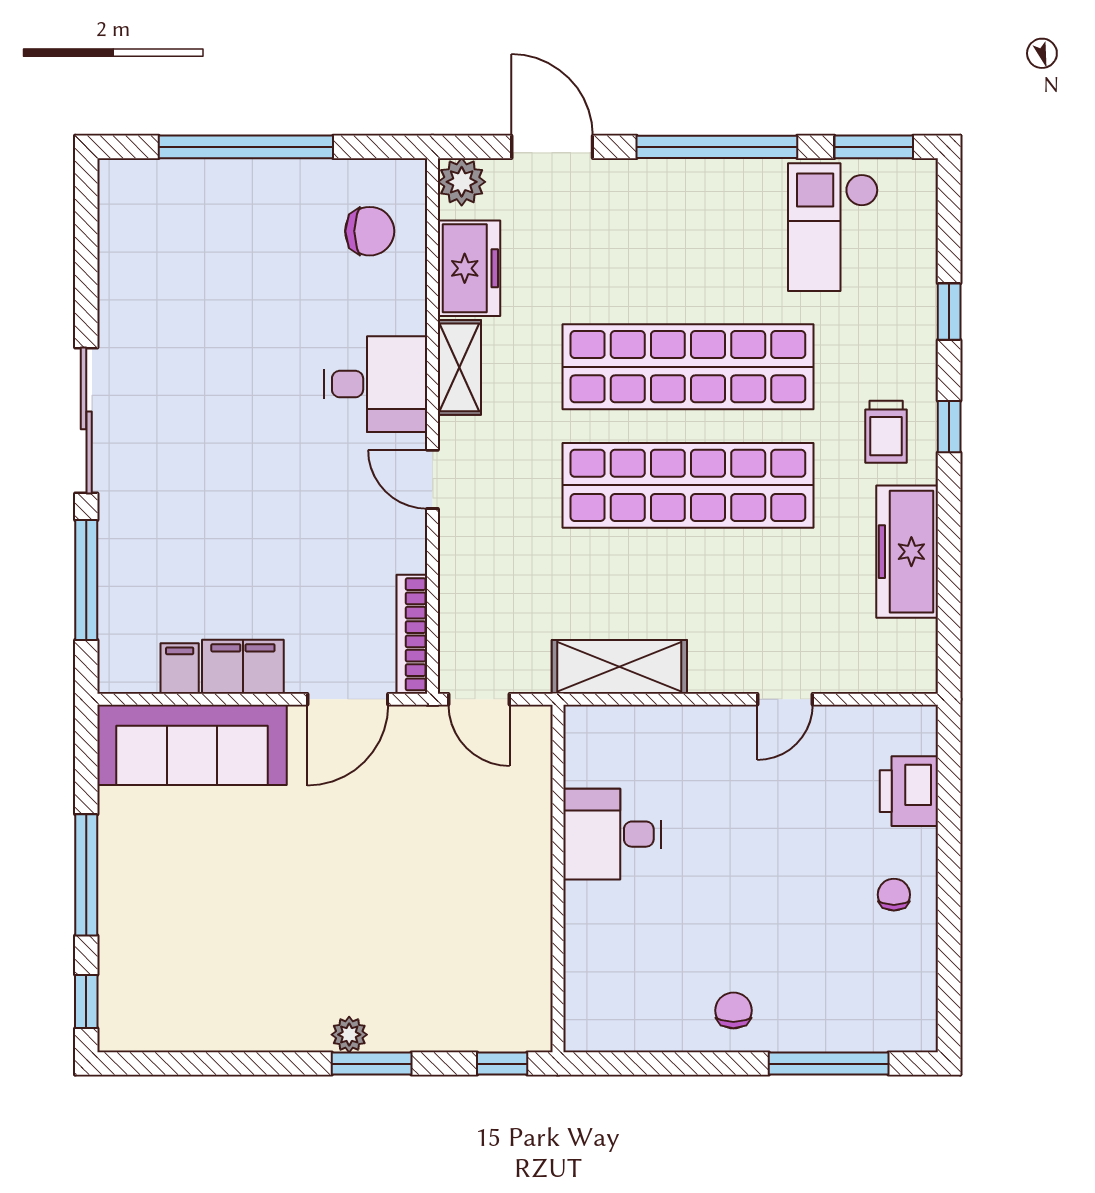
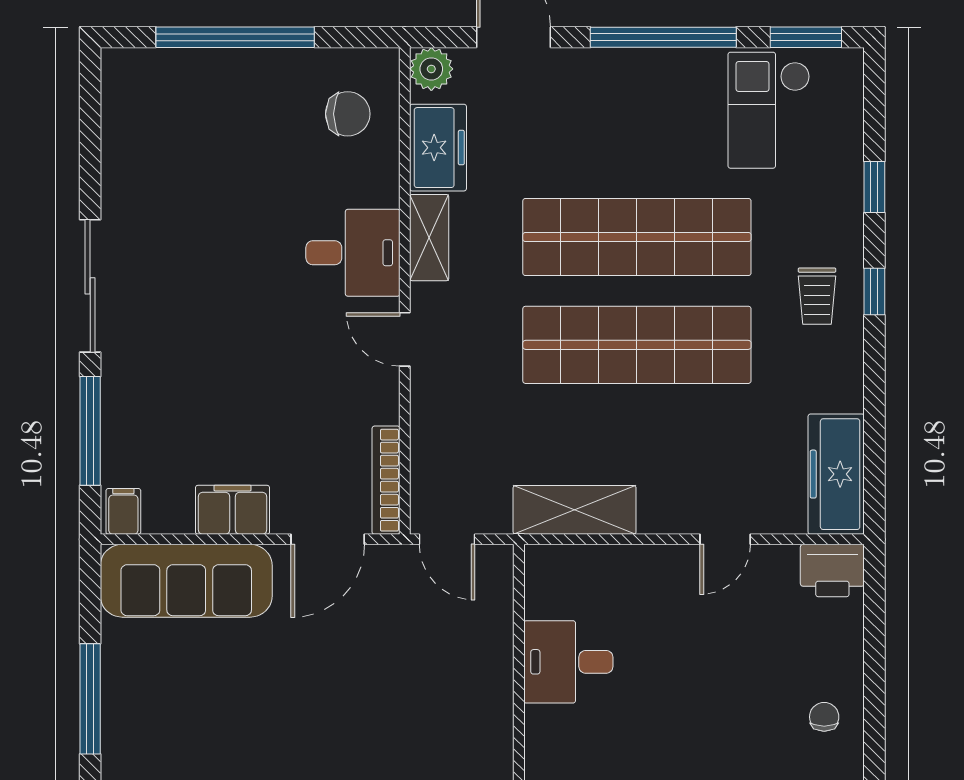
freezer: (907, 552) -> (836, 474), moved
filing cabinet: (180, 669) -> (123, 511), moved
printer: (909, 791) -> (832, 571), moved, turned -90

